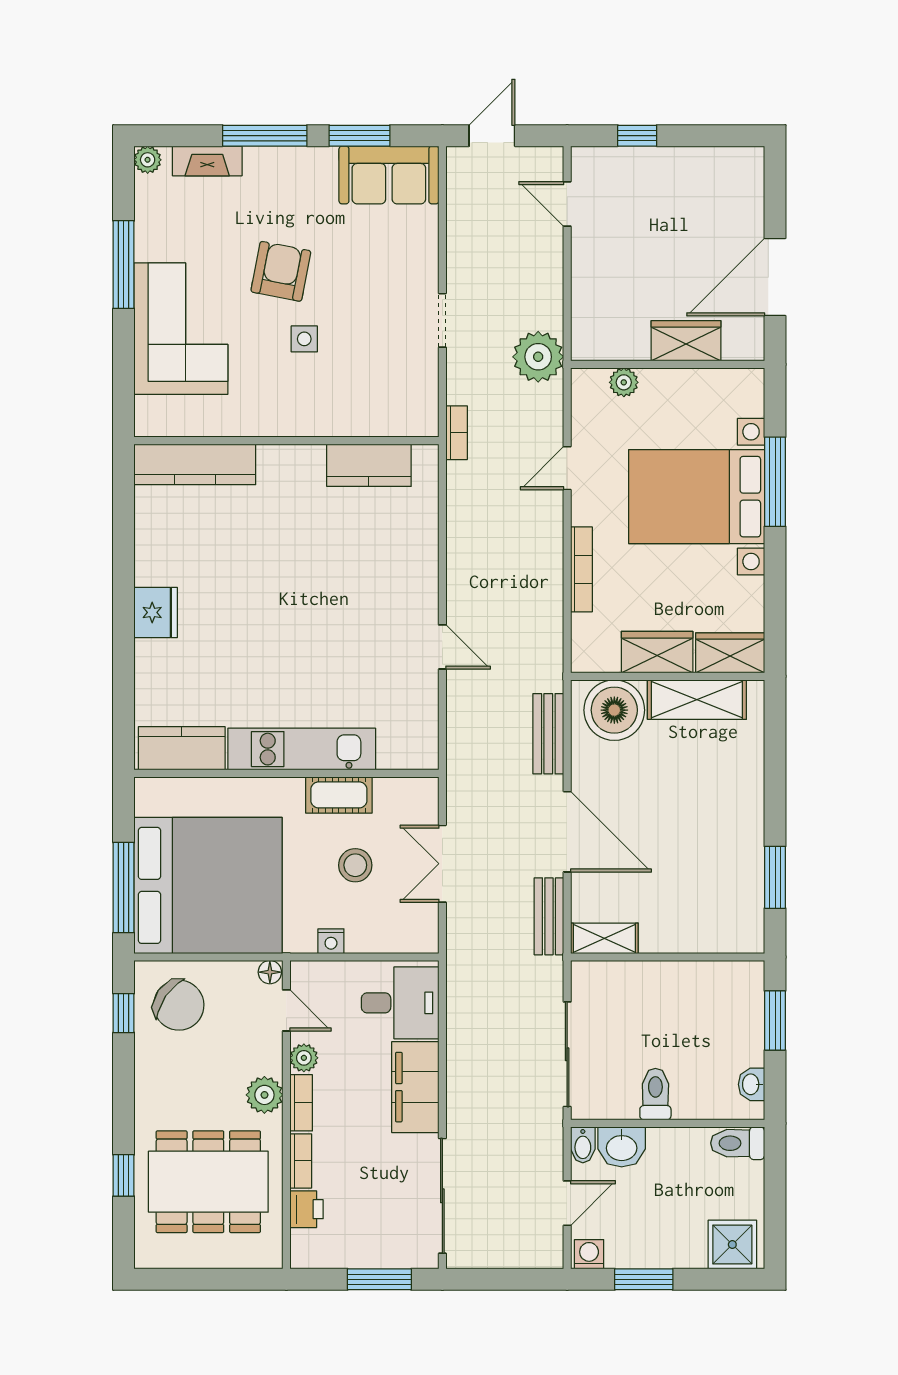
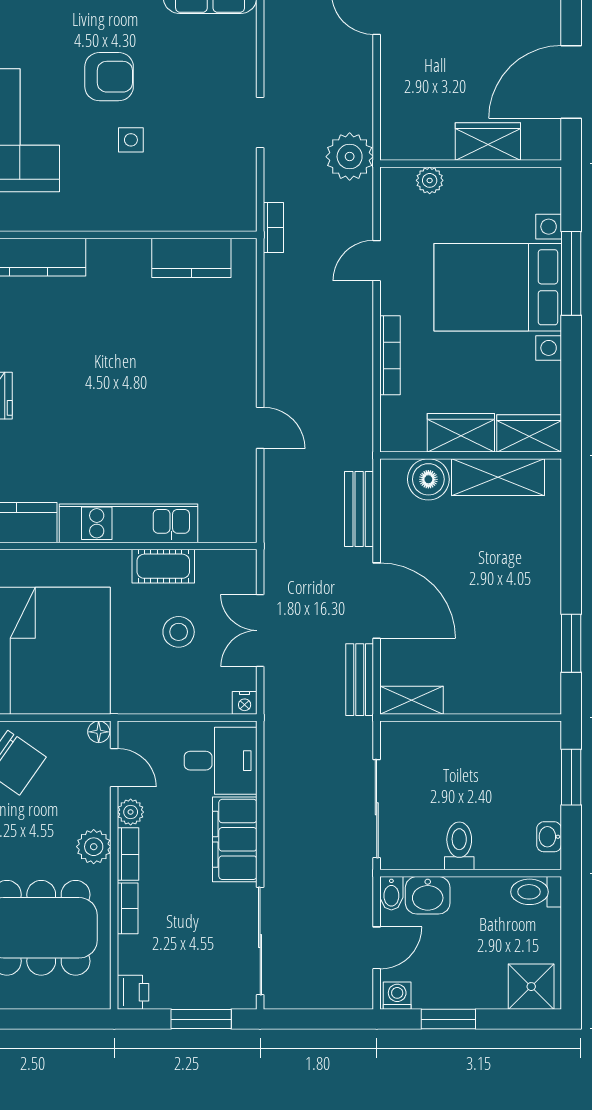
armchair: (281, 271) -> (109, 77), turned 79
boiler: (614, 710) -> (428, 479), width x0.73, depth x0.73
nightstand: (331, 941) -> (245, 703), moved
printer: (307, 1209) -> (133, 992), moved

